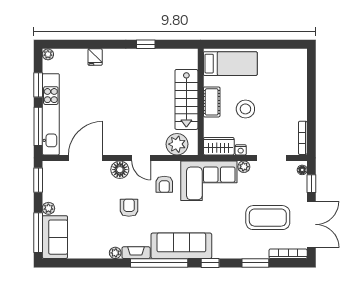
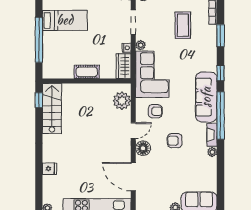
window: (146, 44) -> (39, 100), moved
window: (250, 44) -> (39, 40), added
bed: (230, 64) -> (65, 20), moved, turned 90
stairs: (186, 99) -> (52, 108), moved, turned -90
stool: (245, 109) -> (93, 44), removed
coffee table: (268, 218) -> (183, 25), width x0.73, depth x0.76

